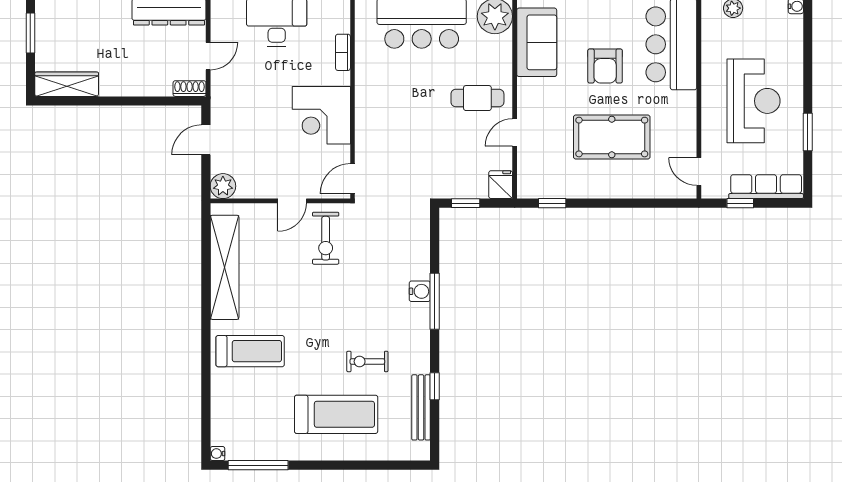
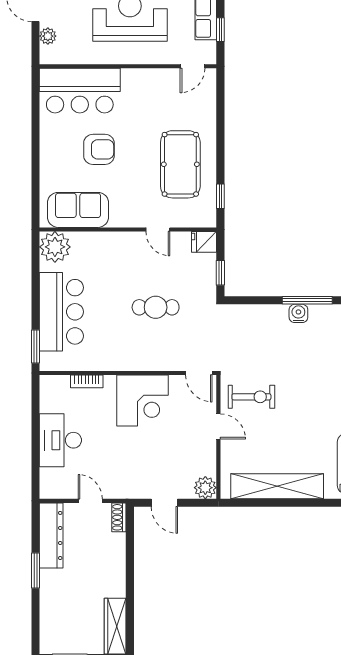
cafe table: (477, 98) -> (156, 307), moved, turned 90
pool table: (612, 137) -> (180, 164), moved

